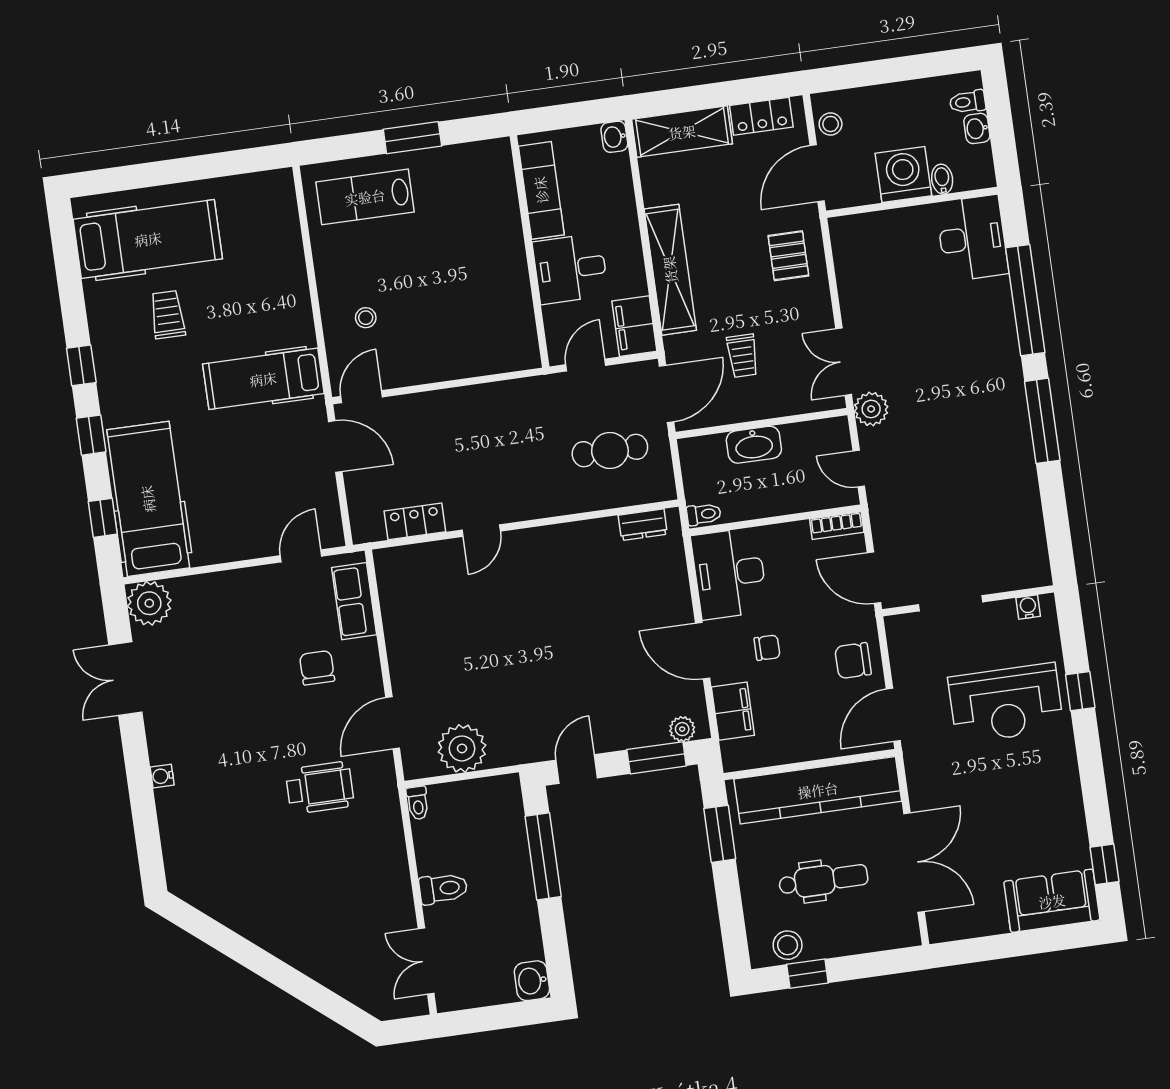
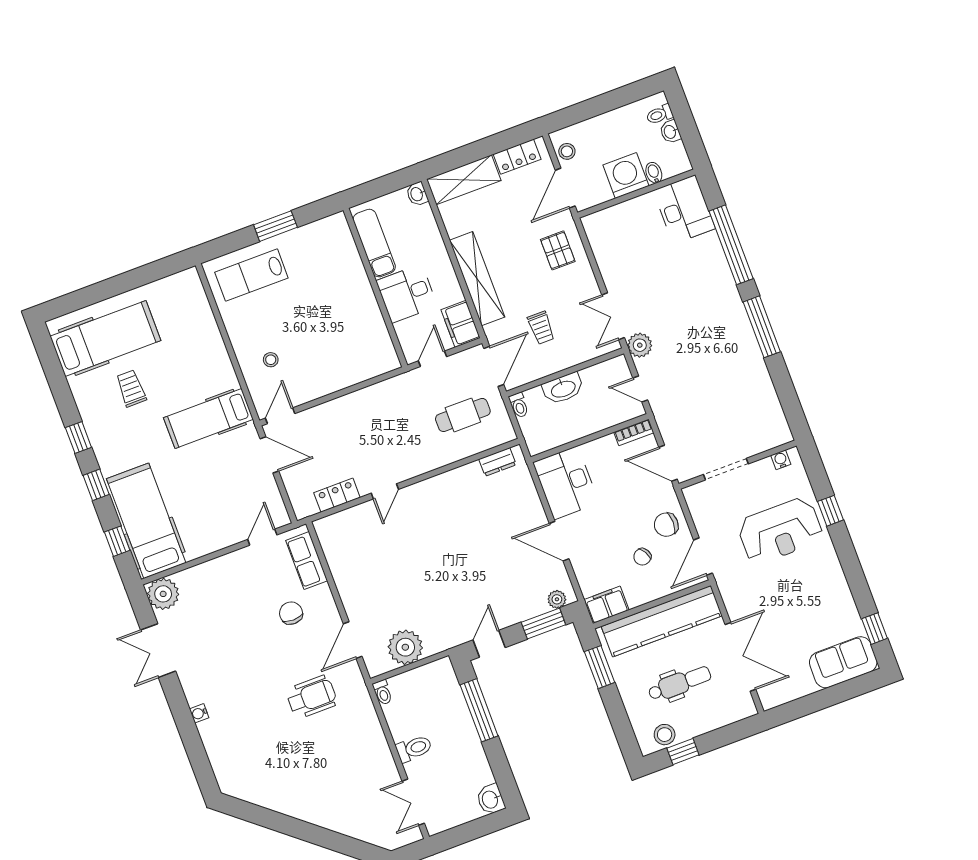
toilet: (704, 514) -> (519, 405), moved, turned 90
chair: (767, 648) -> (642, 557), moved, turned 151
filing cabinet: (733, 711) -> (606, 605), moved, turned -90

